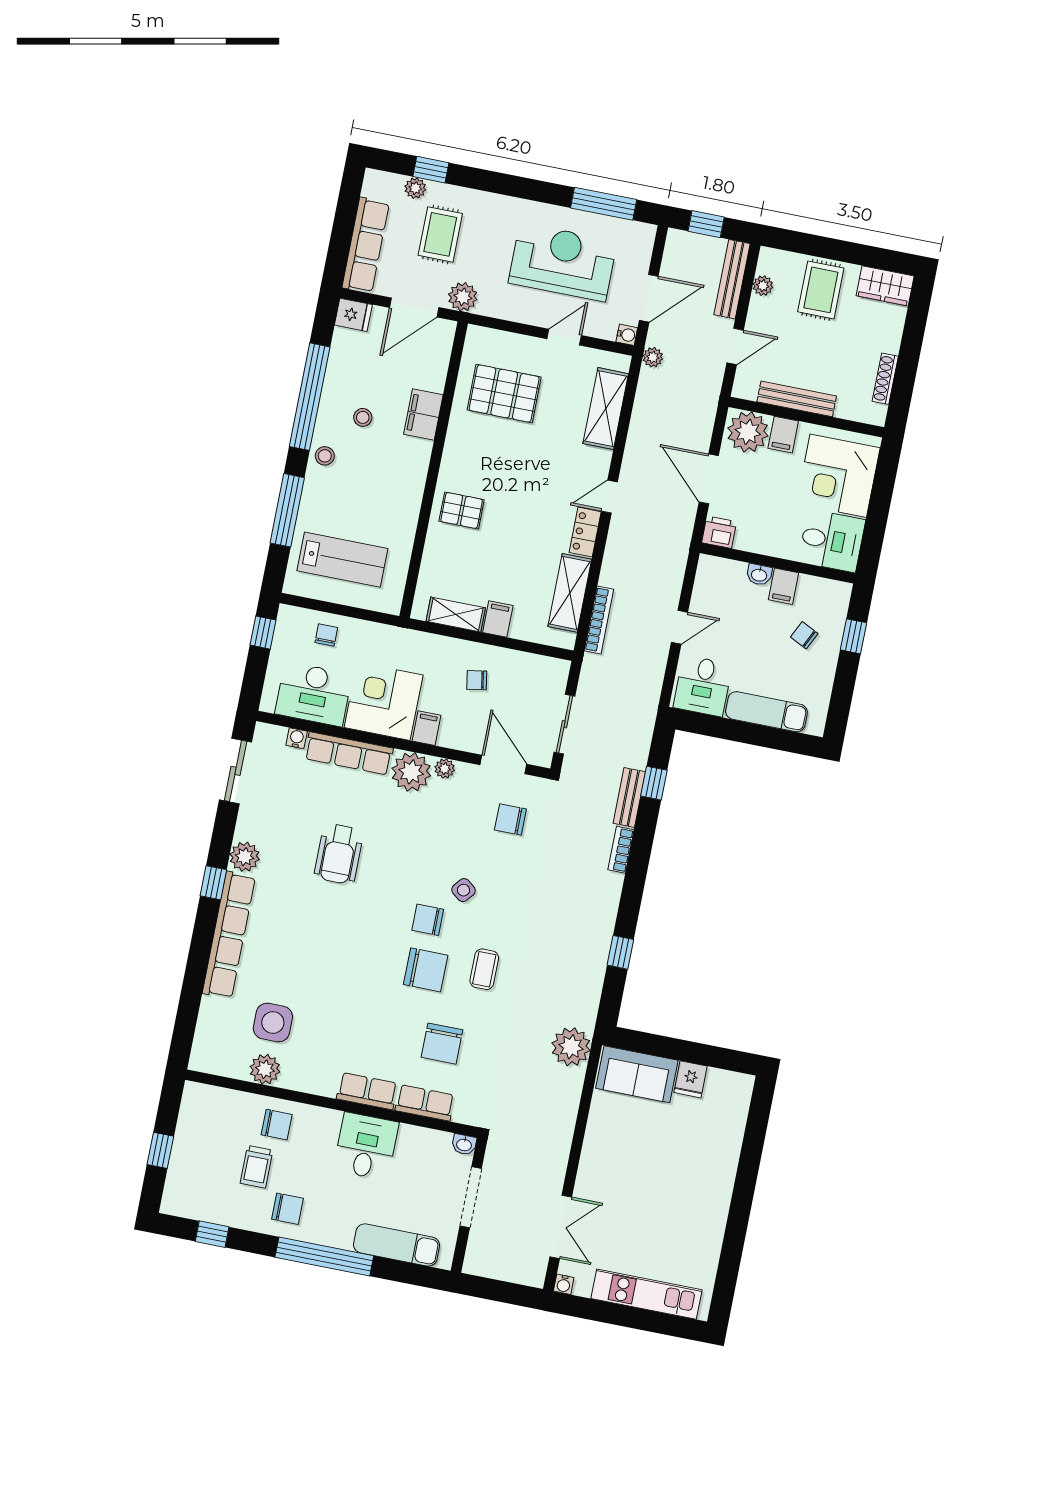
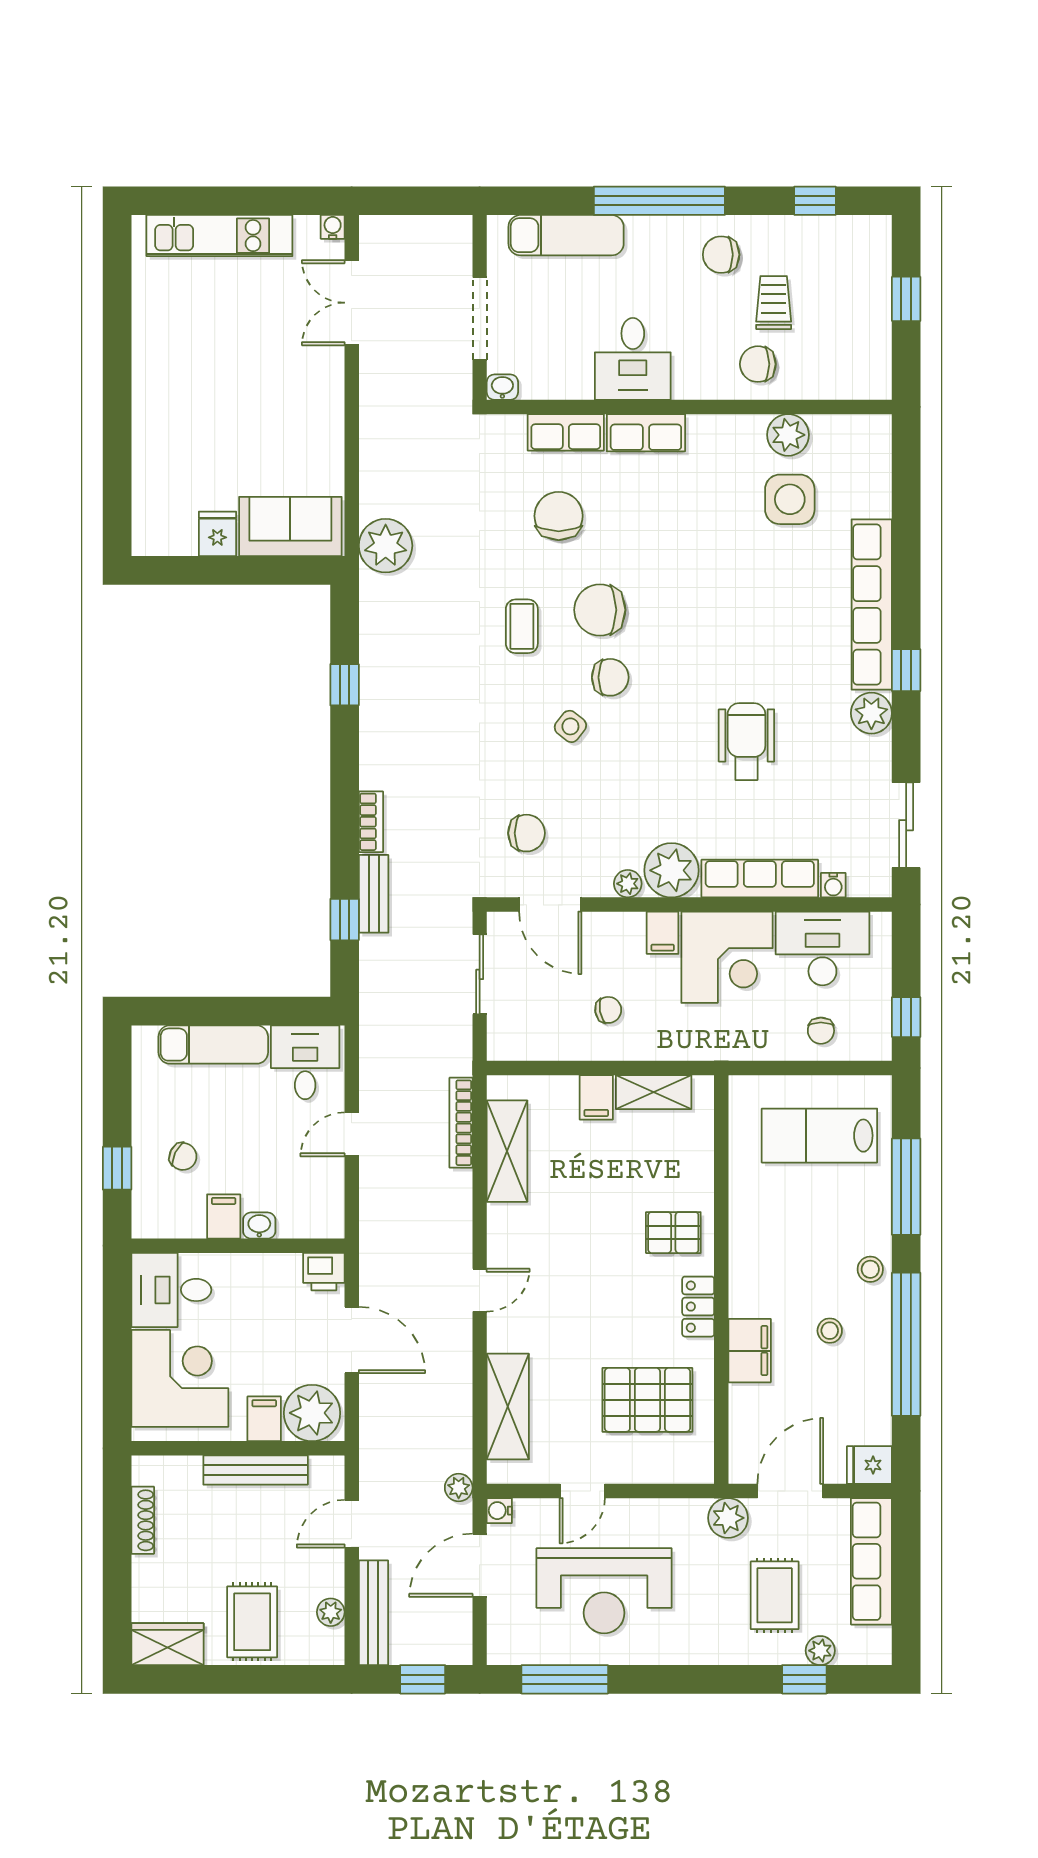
locker: (585, 532) -> (698, 1307), moved, turned 180

